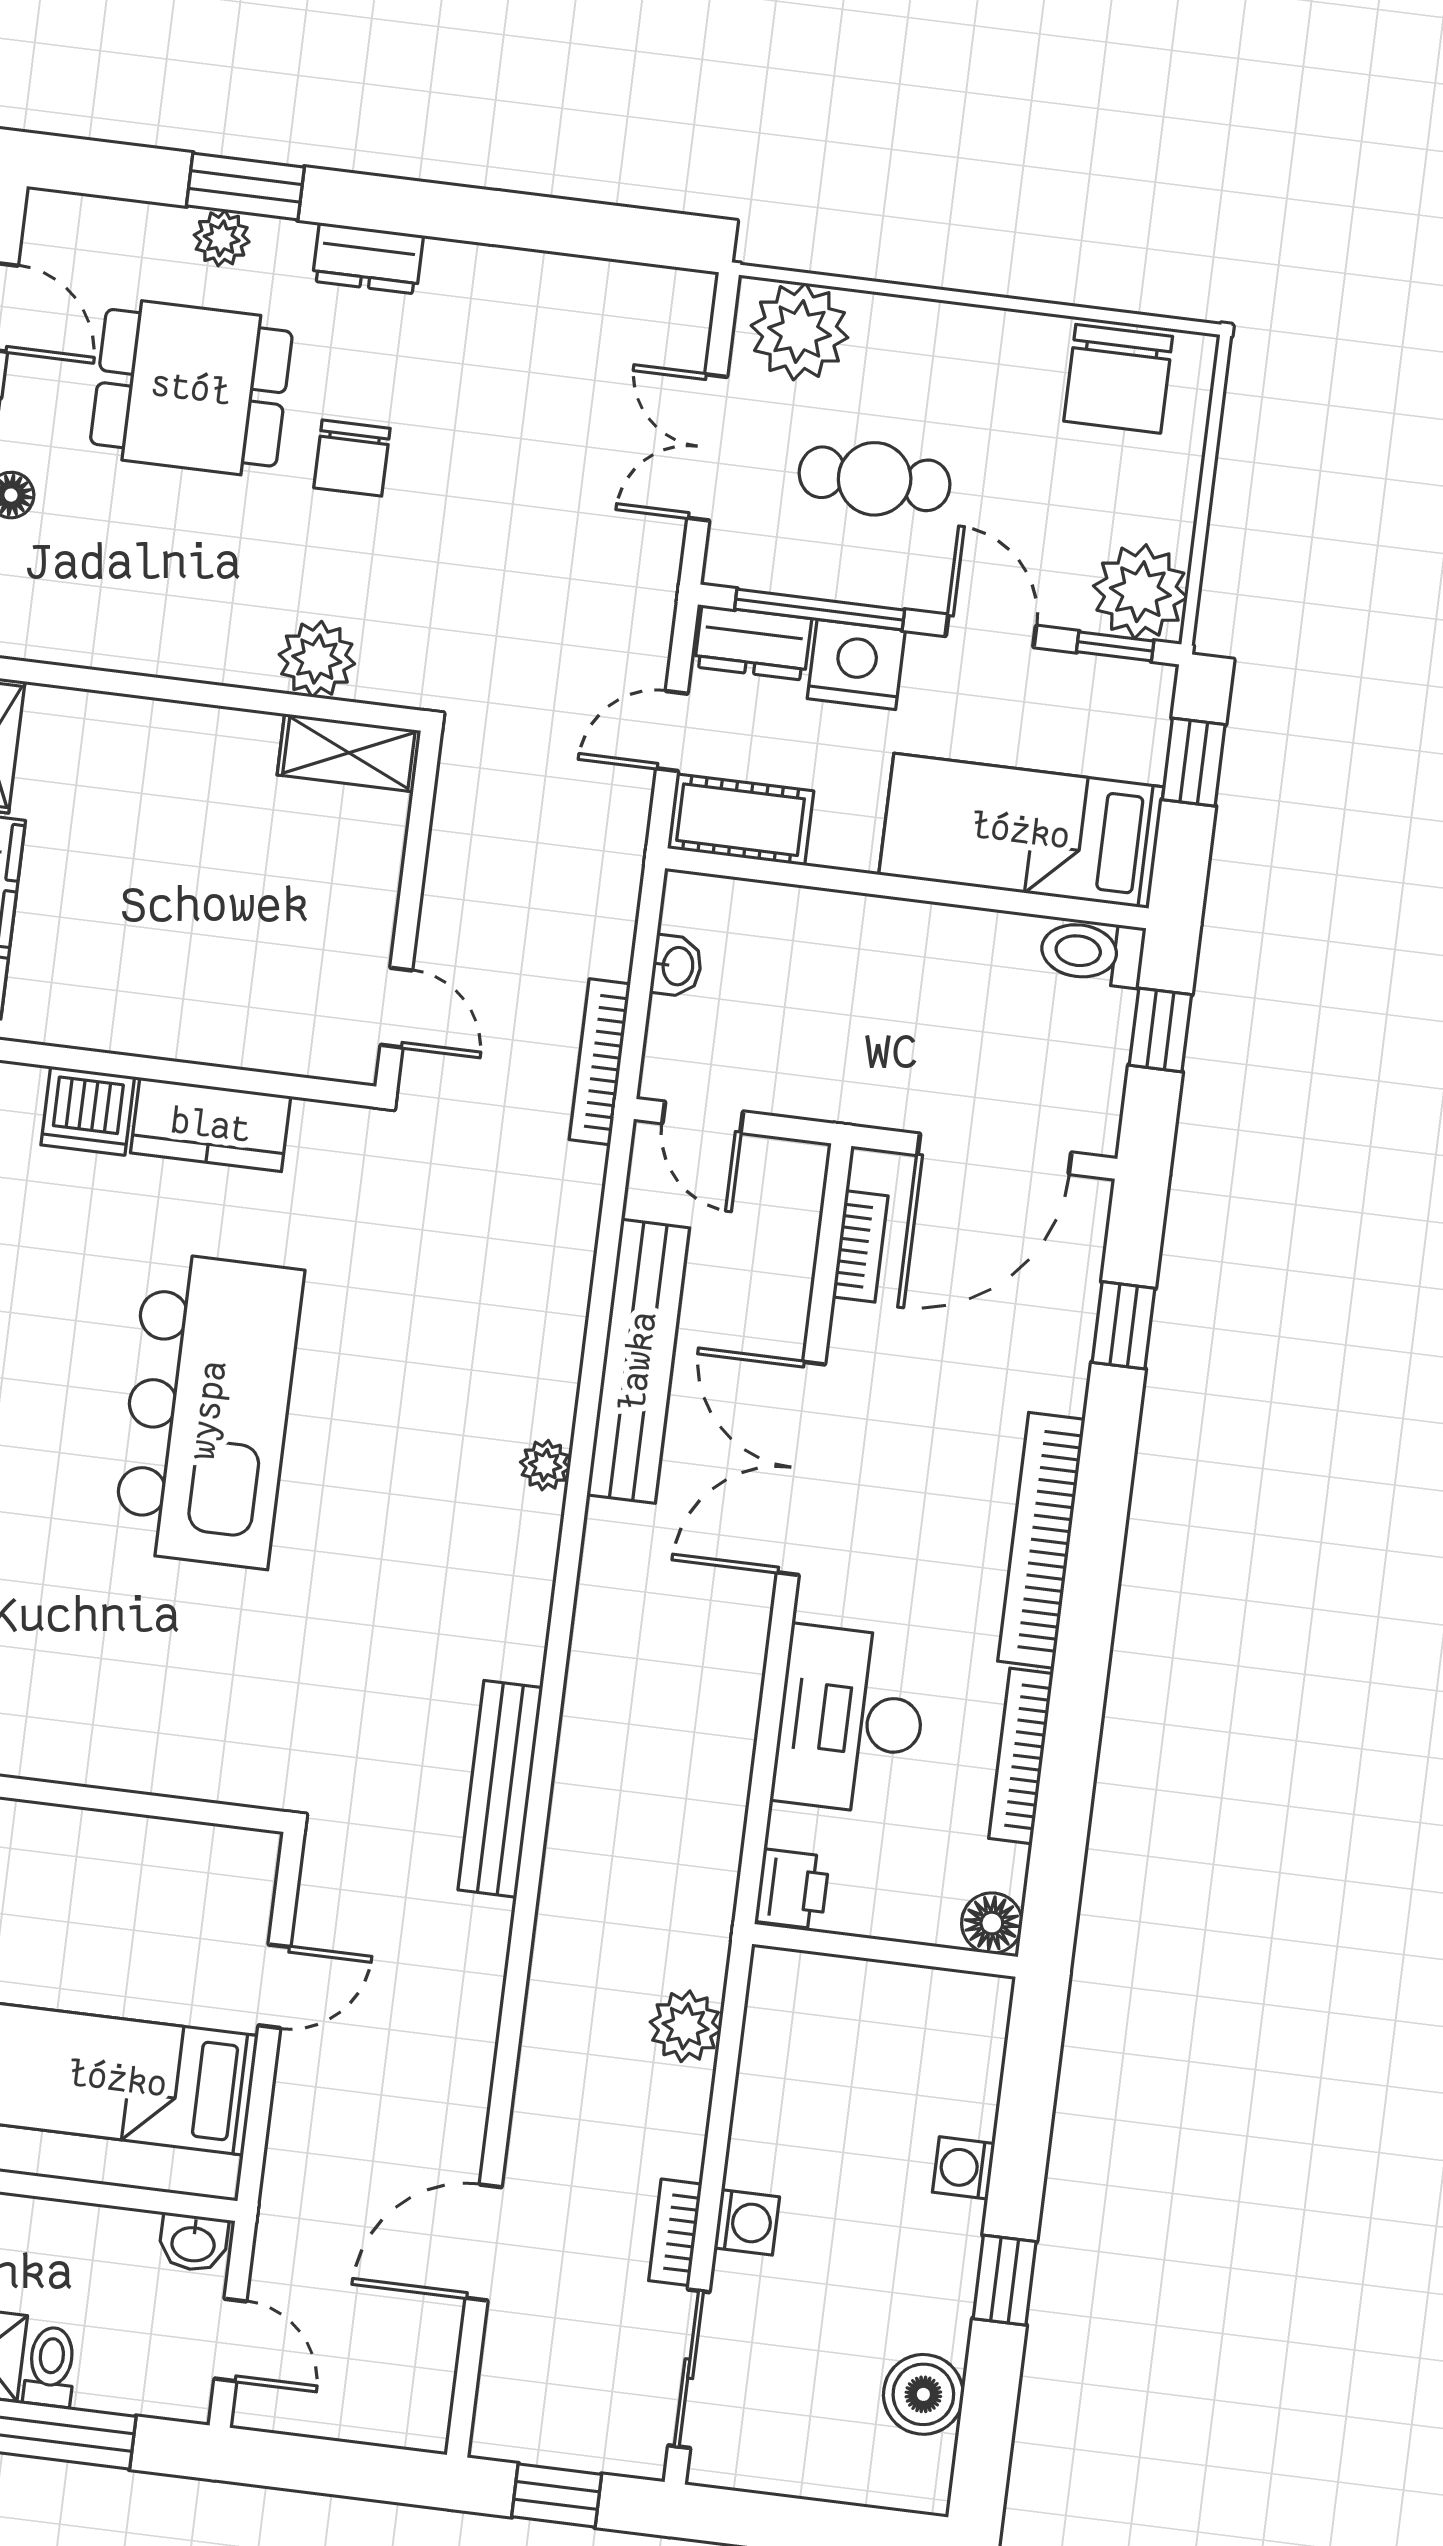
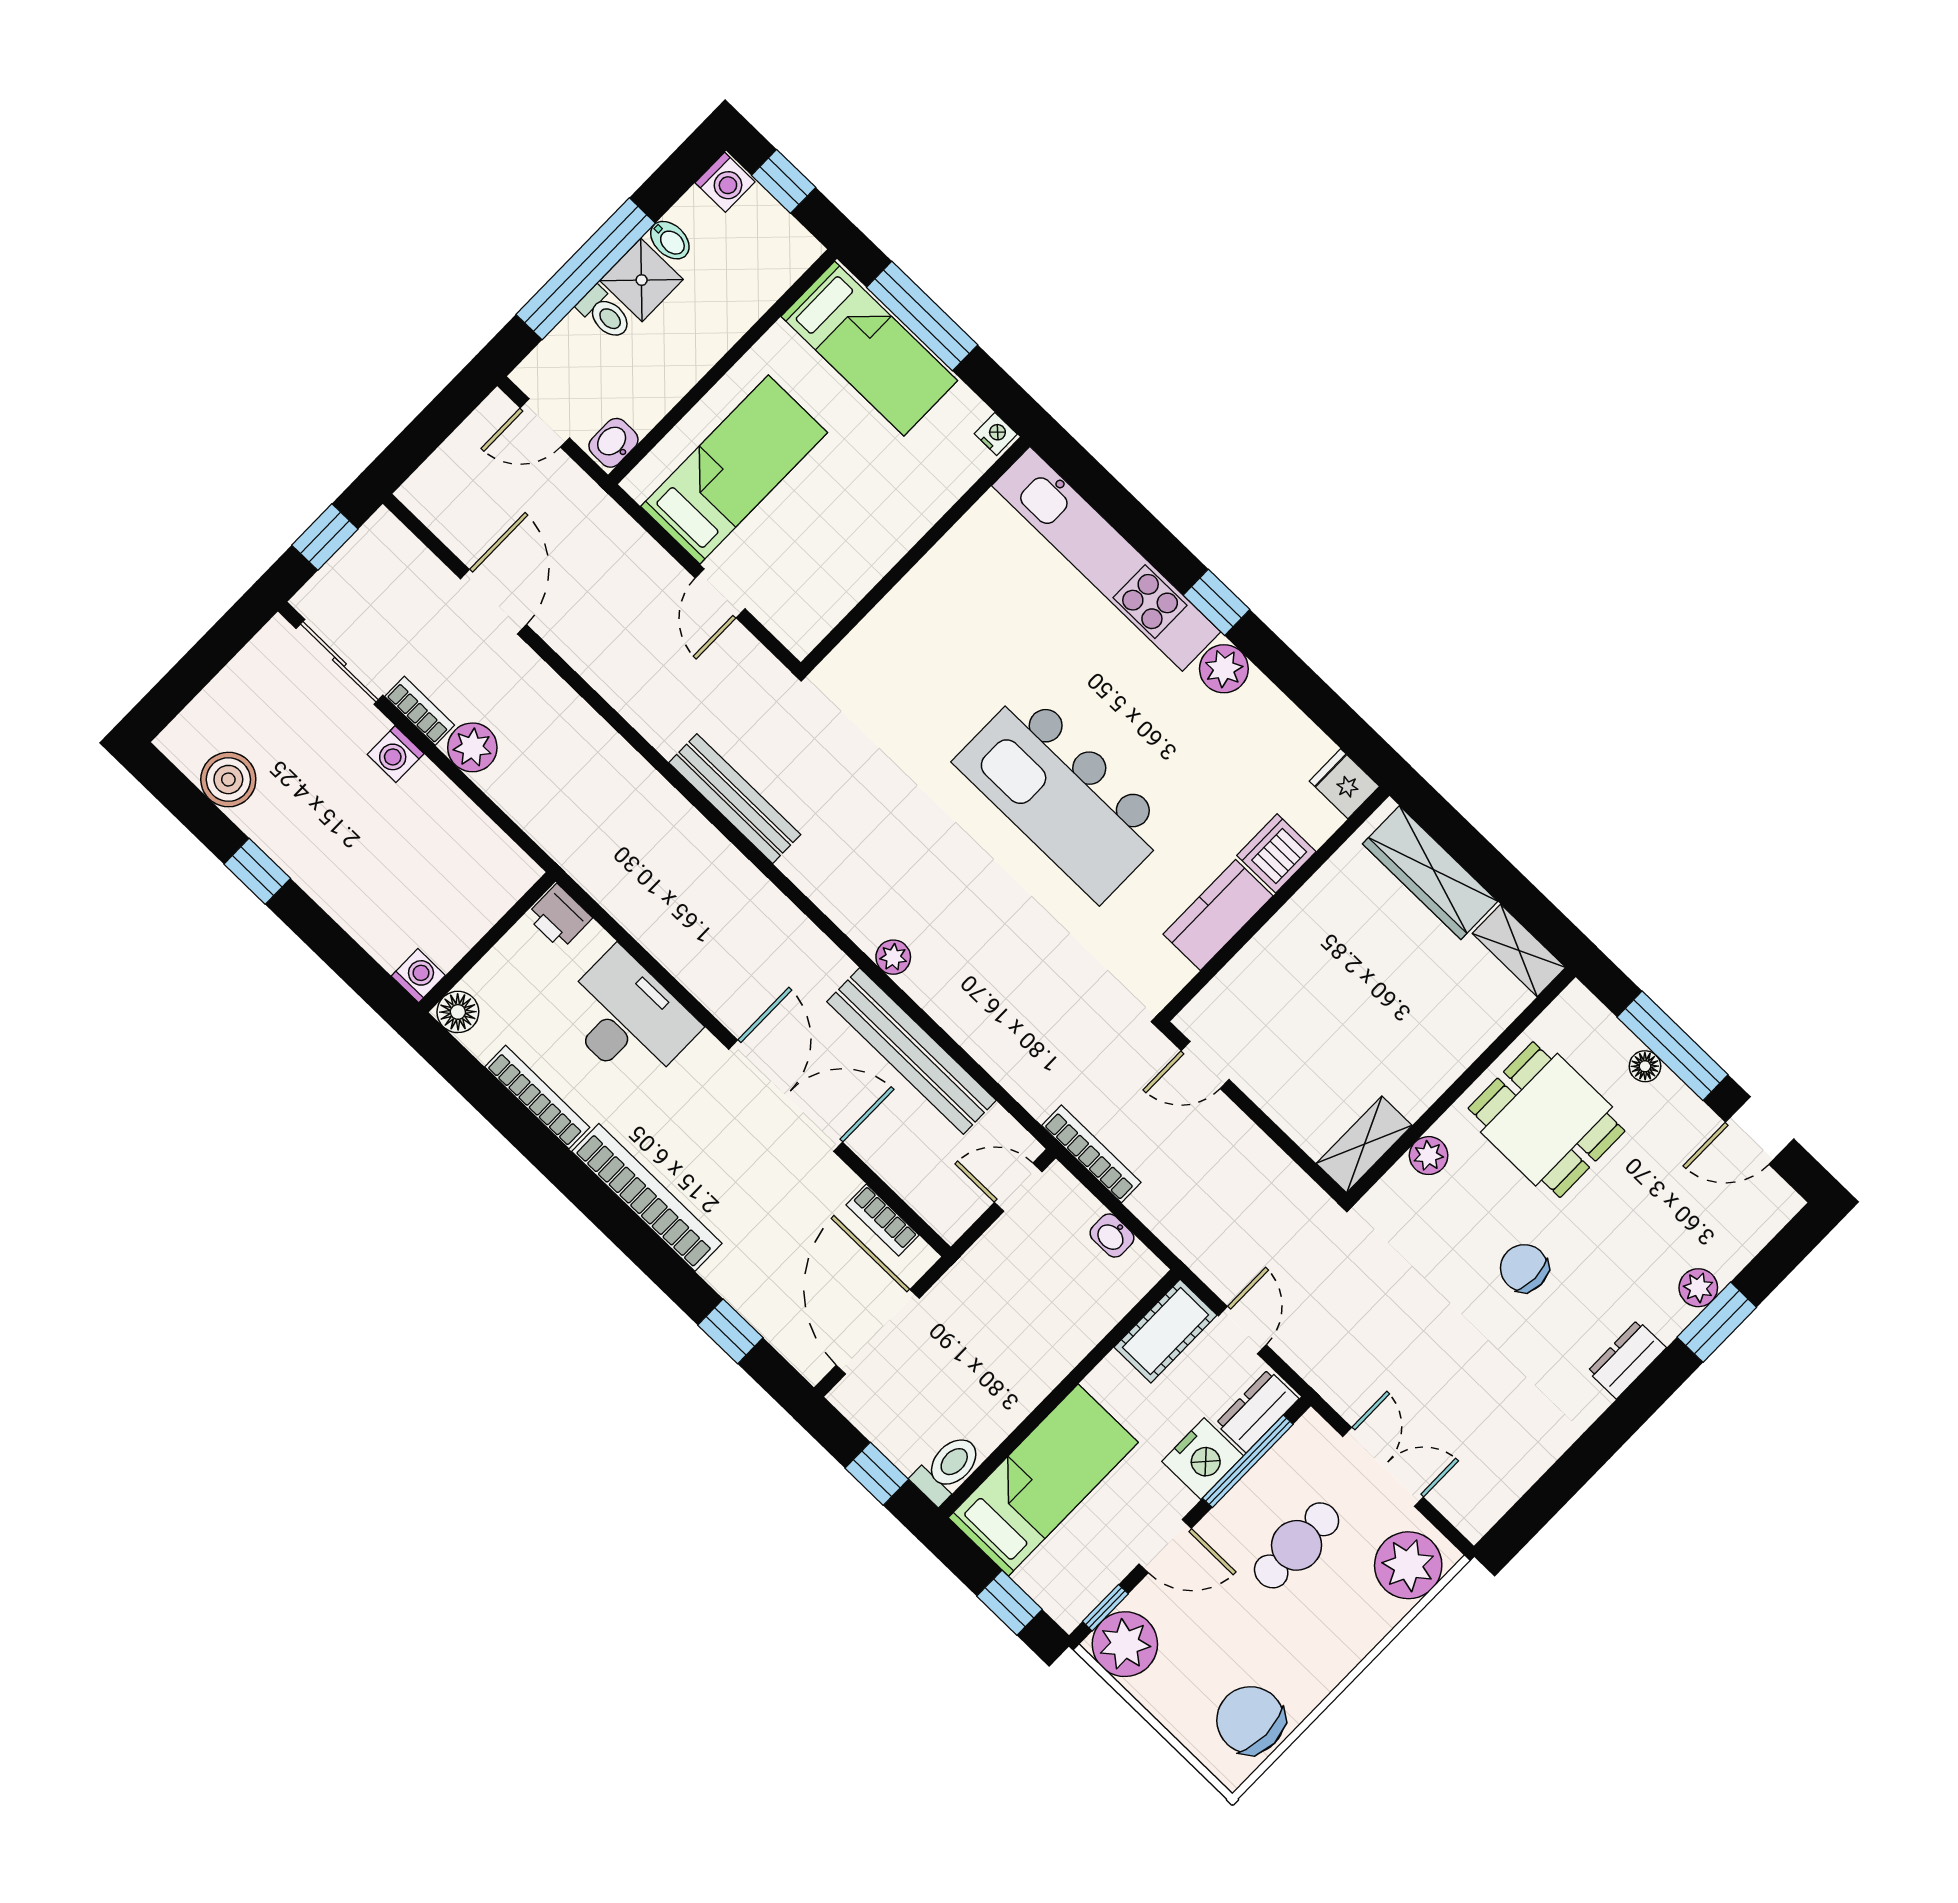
dining table: (191, 388) -> (1547, 1120), moved, turned 90
plant: (317, 659) -> (1429, 1156), width x0.73, depth x0.73
plant: (686, 2026) -> (472, 747), moved
washing machine: (964, 2168) -> (418, 976), moved

